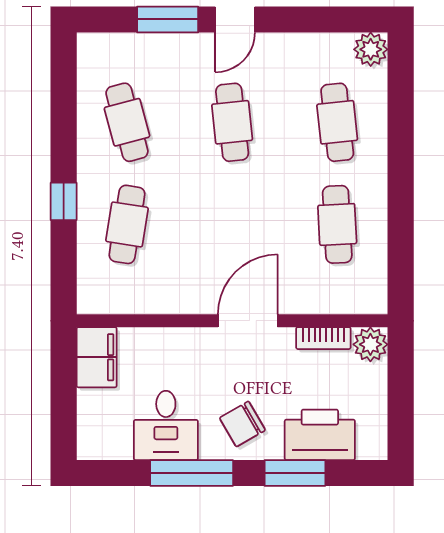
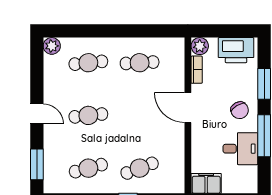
window: (168, 19) -> (37, 164), moved
cafe table: (127, 224) -> (140, 168), turned -30
printer: (320, 435) -> (236, 50), moved, turned -90

